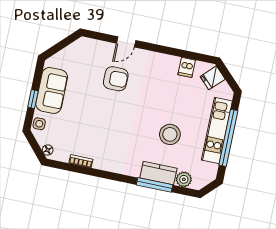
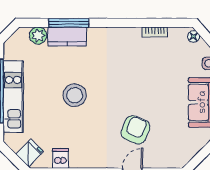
armchair: (116, 79) -> (135, 130), turned 113
stool: (170, 134) -> (75, 95), moved

